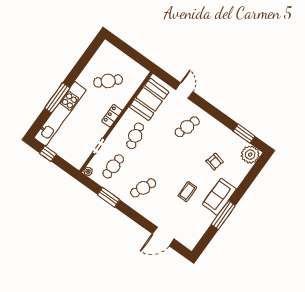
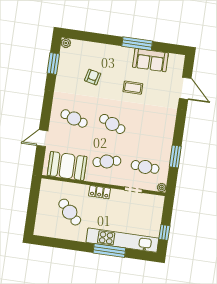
plant: (250, 155) -> (66, 43), width x0.53, depth x0.53
cafe table: (143, 188) -> (112, 124), moved
sofa: (219, 197) -> (150, 60), moved

